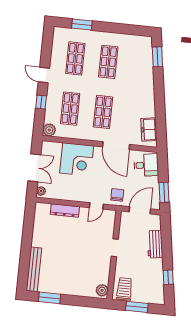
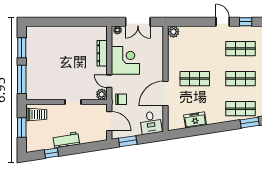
door: (44, 75) -> (223, 22), hinge flipped
window: (41, 102) -> (246, 22), moved
shop shelf: (70, 109) -> (240, 109), moved
freezer: (149, 130) -> (195, 120), moved
corner desk: (77, 159) -> (125, 60), moved, turned 180
workbench: (155, 244) -> (66, 140), moved
bench: (34, 269) -> (46, 31), removed
plant: (102, 290) -> (102, 94), moved
window: (84, 301) -> (22, 79), added

